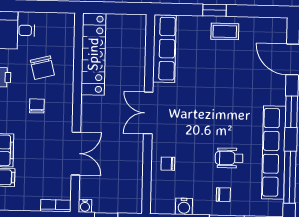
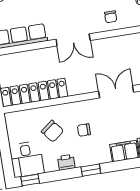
chair: (42, 68) -> (52, 131), turned 66

